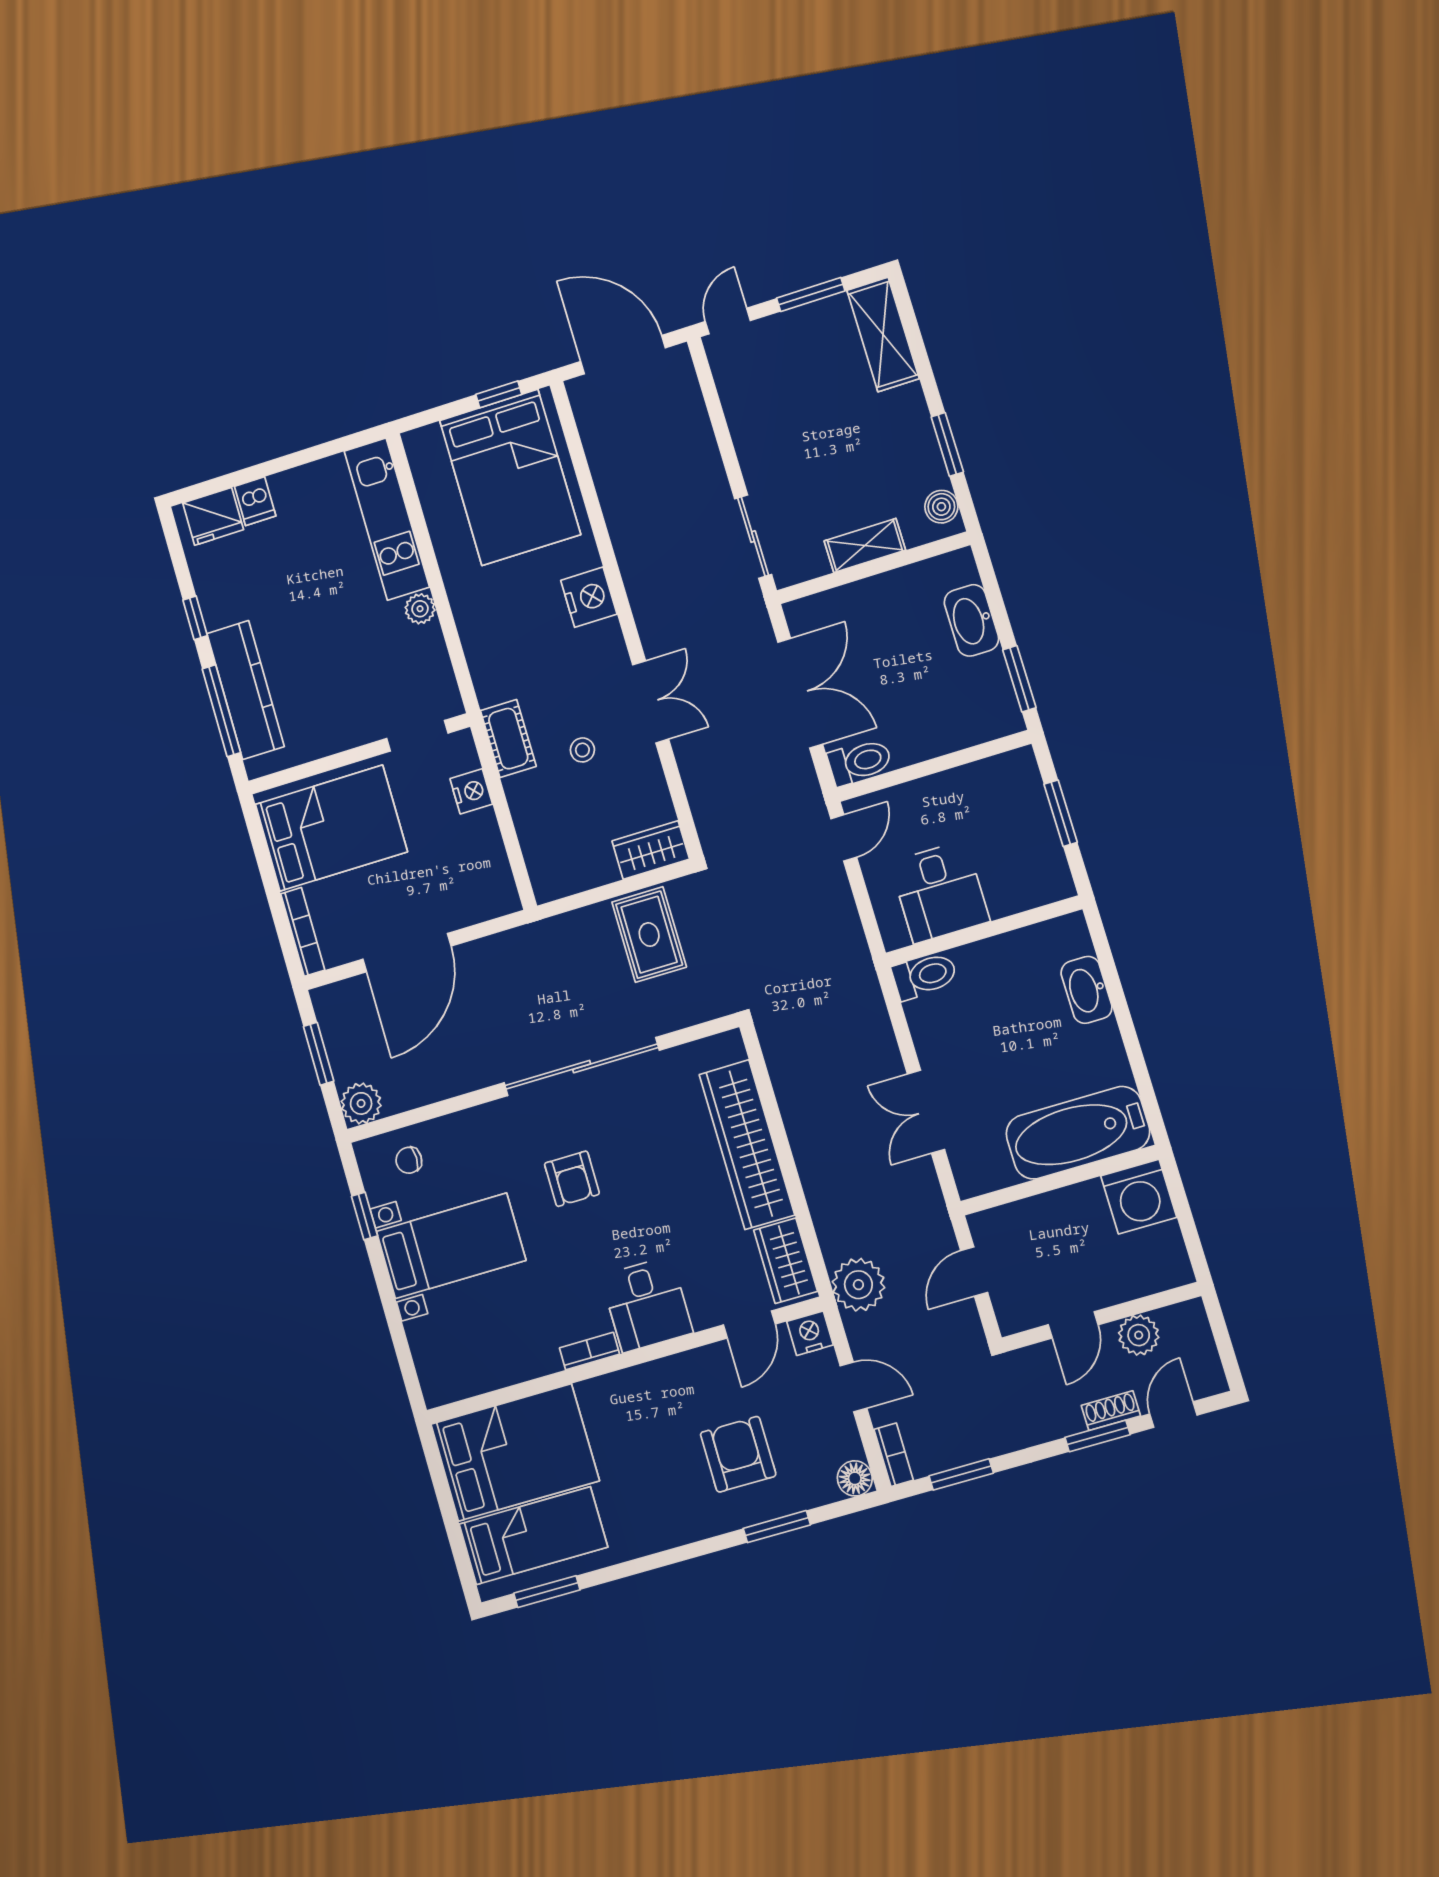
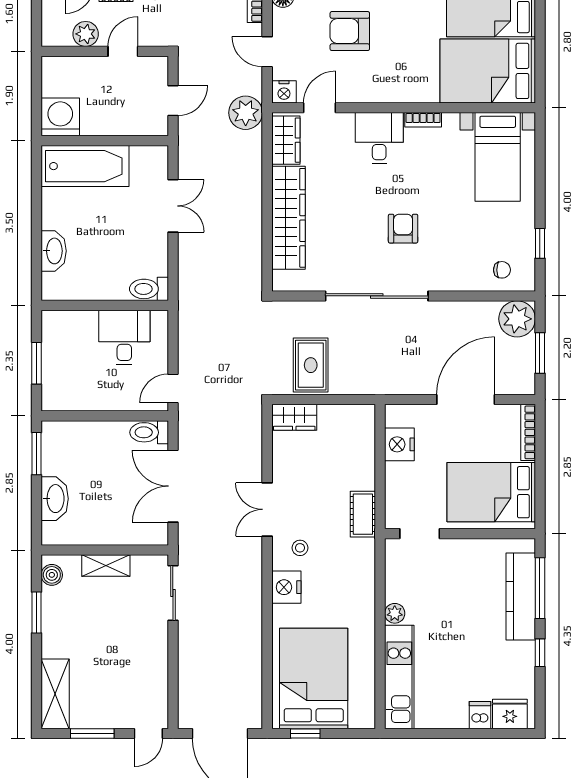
stool: (582, 750) -> (300, 548), moved
nightstand: (471, 791) -> (399, 444), moved, width x1.36, depth x1.33
plant: (361, 1103) -> (517, 319), width x1.36, depth x1.36
bed with nightstands: (451, 1246) -> (498, 157), moved, turned -90
armchair: (738, 1454) -> (350, 31), turned 90

